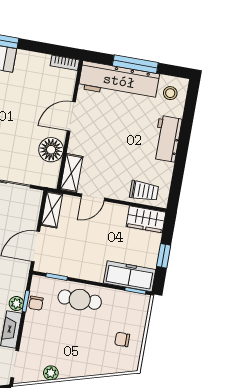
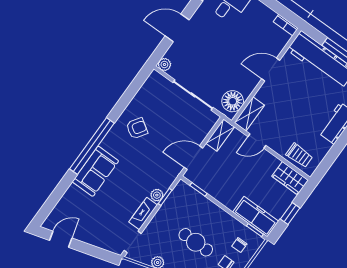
floor lamp: (51, 150) -> (233, 101), moved
cafe table: (80, 300) -> (196, 242), moved
chair: (36, 303) -> (239, 245), moved

